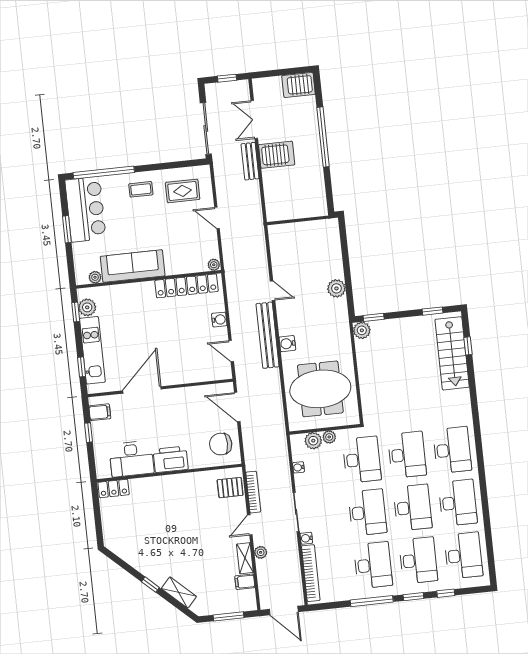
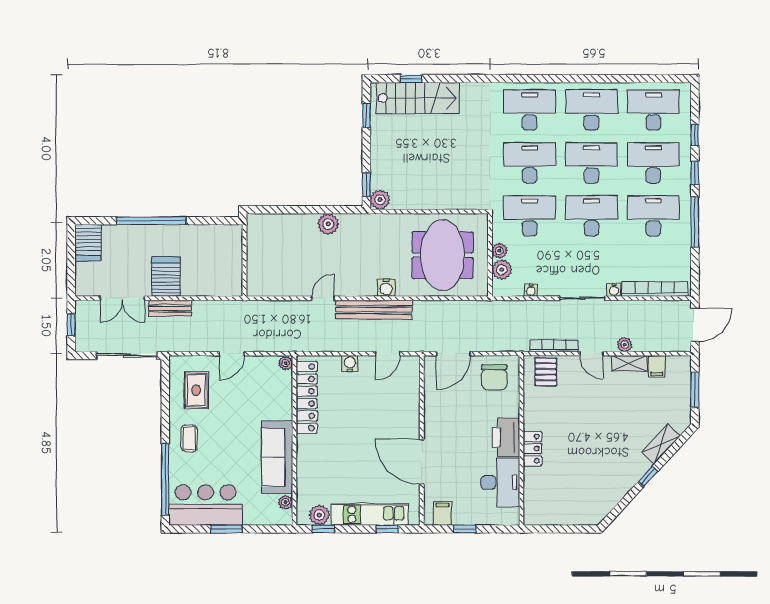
locker: (114, 489) -> (532, 449), moved

